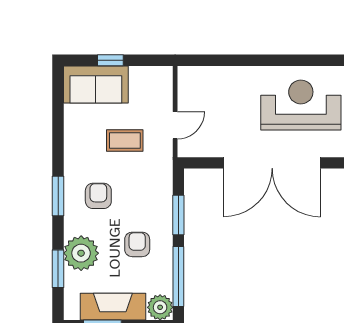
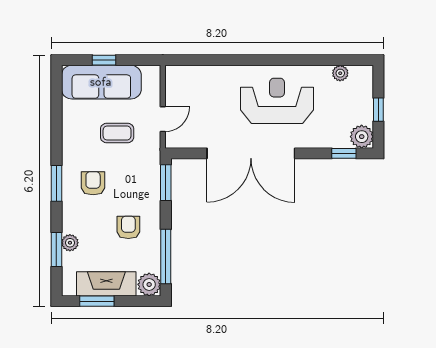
sofa: (96, 85) -> (101, 82), width x1.36
window: (178, 215) -> (166, 183), moved
plant: (81, 253) -> (70, 243), width x0.53, depth x0.53

